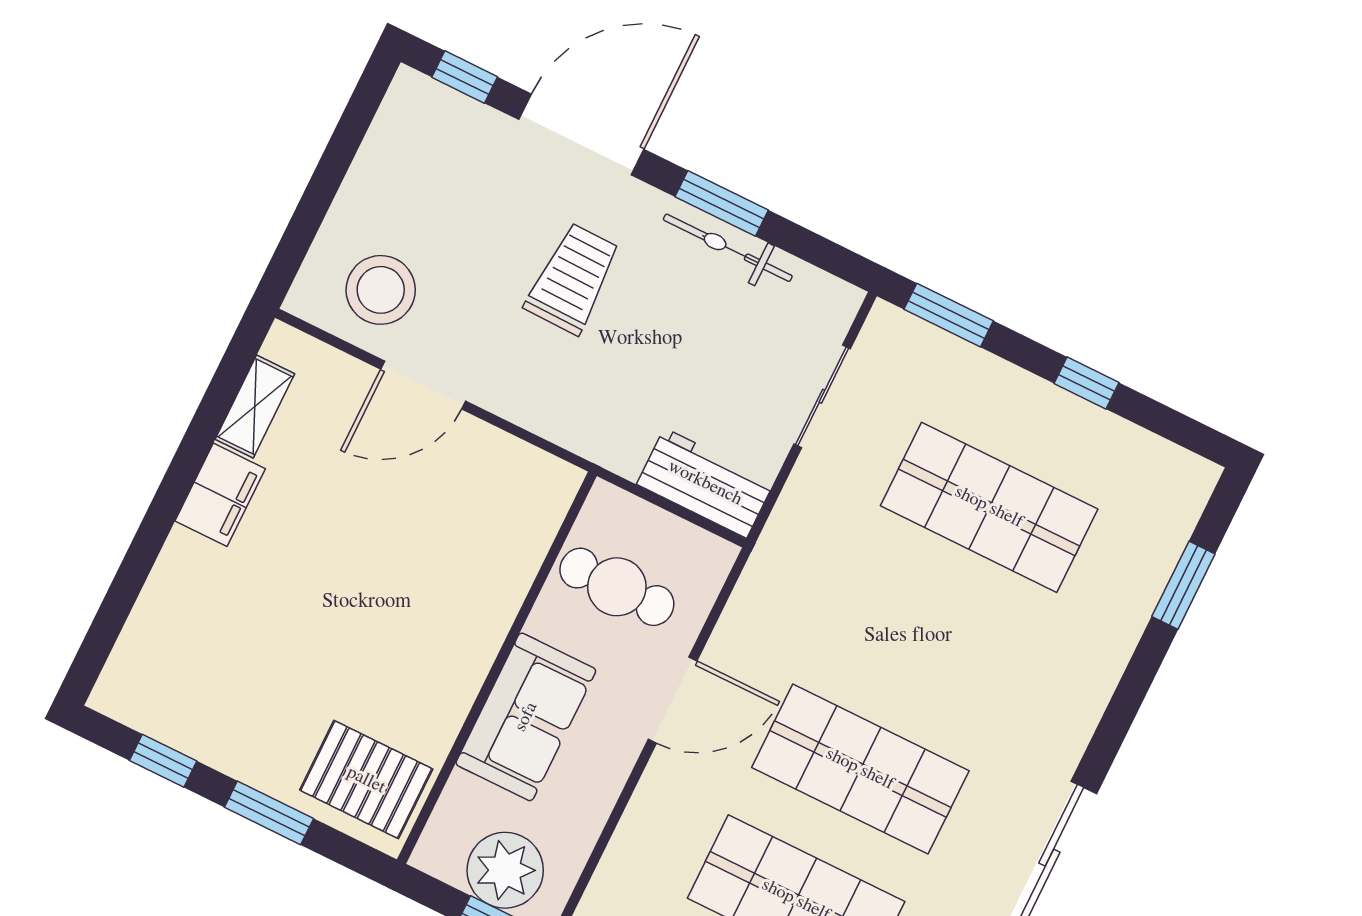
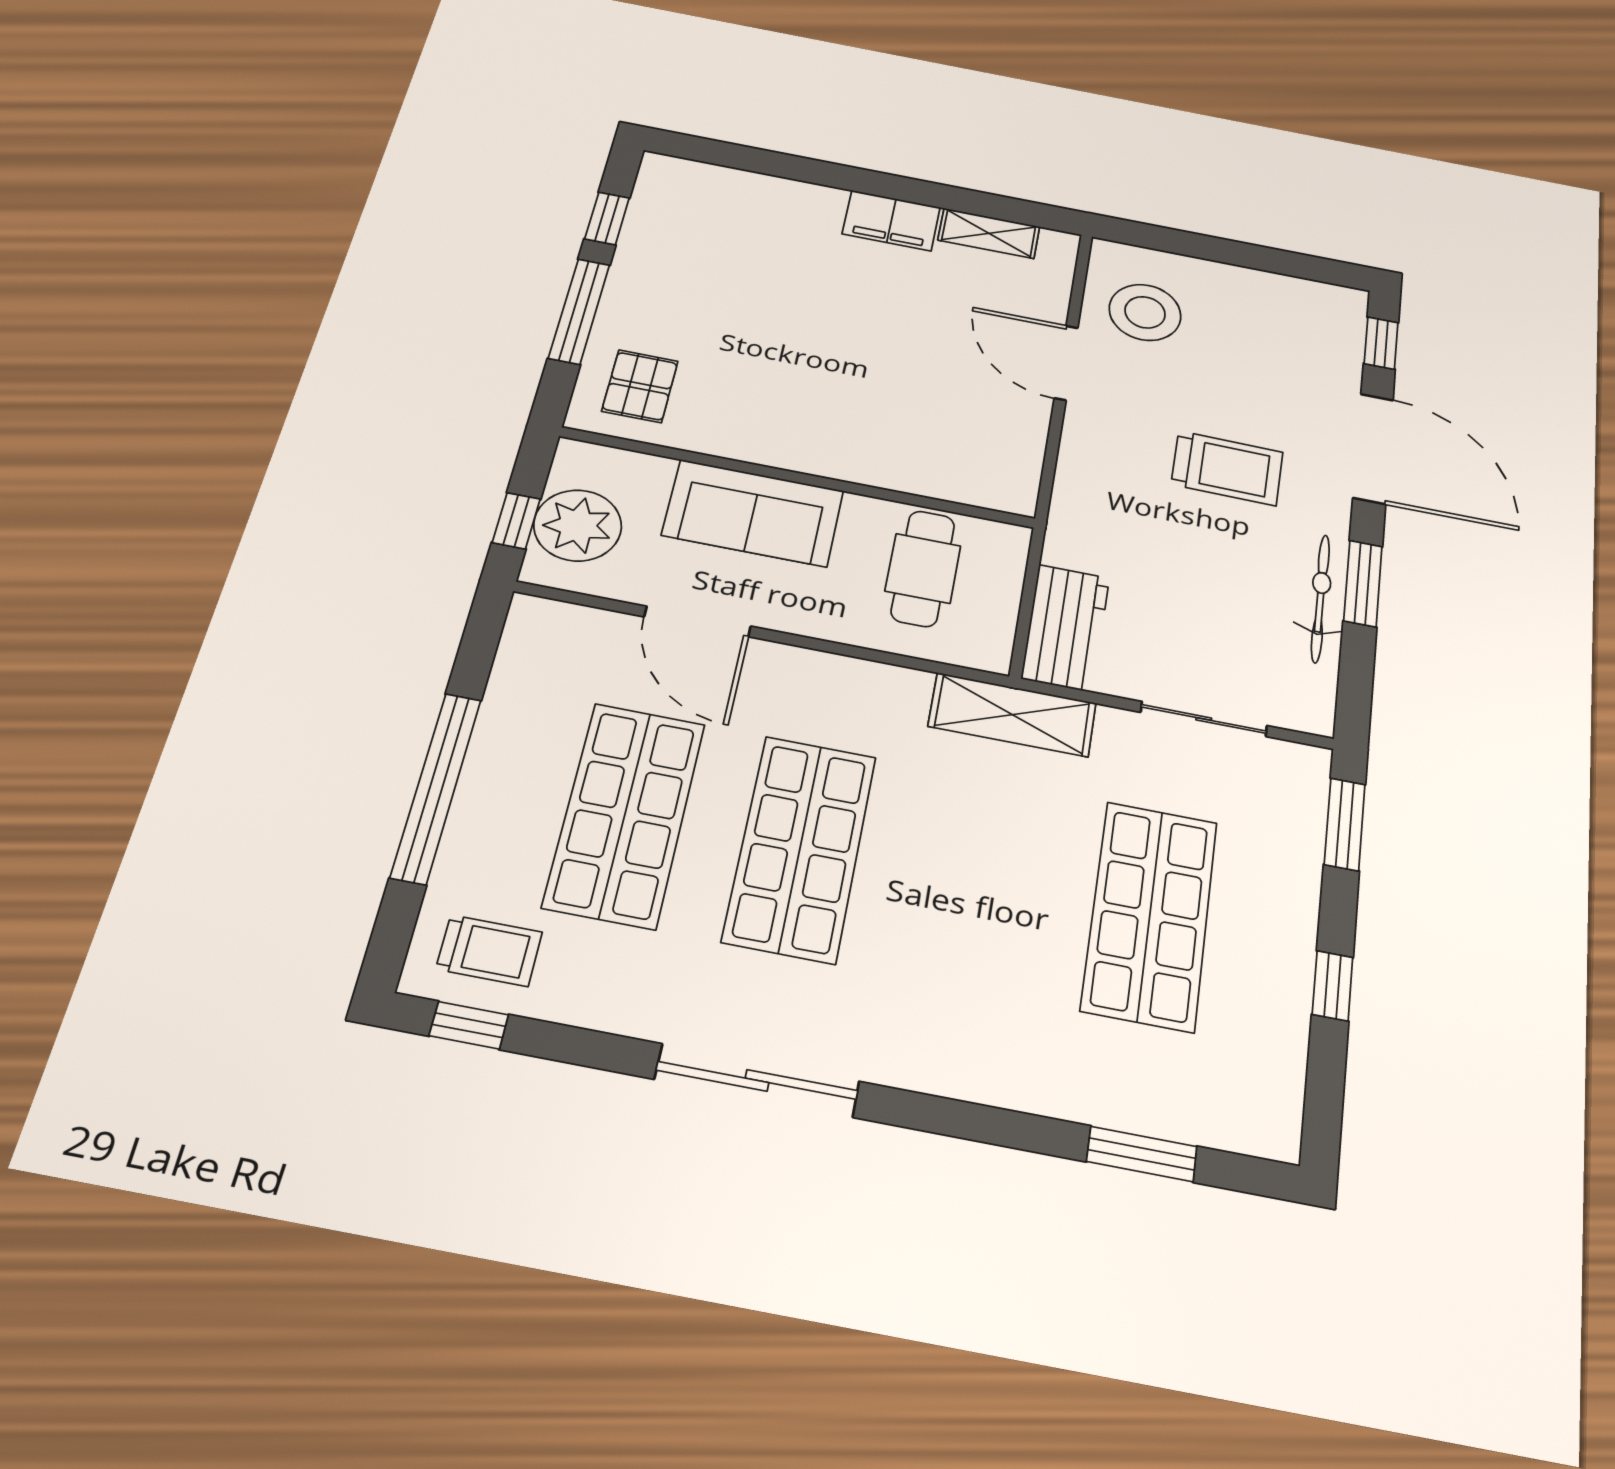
shelving: (779, 557) -> (1012, 715), added
door: (673, 700) -> (697, 621), moved
pallet: (366, 780) -> (640, 386), width x0.67, depth x0.71
window: (269, 813) -> (579, 311), width x1.44

